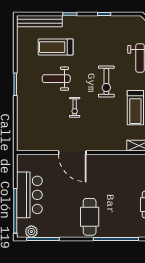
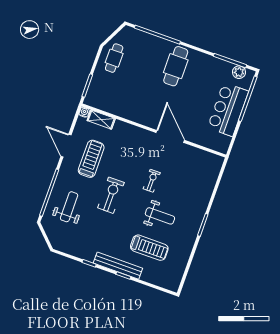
bench: (39, 21) -> (118, 266), moved

